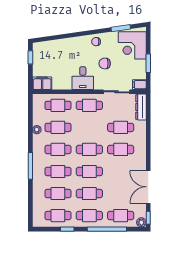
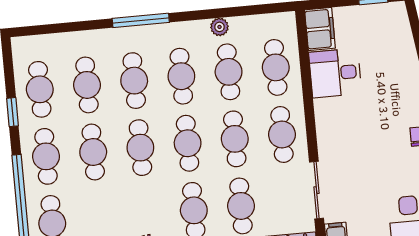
chair: (105, 63) -> (375, 159), removed
desk: (83, 78) -> (335, 73), moved
cafe table: (89, 127) -> (235, 139), added

